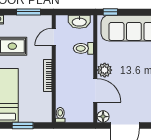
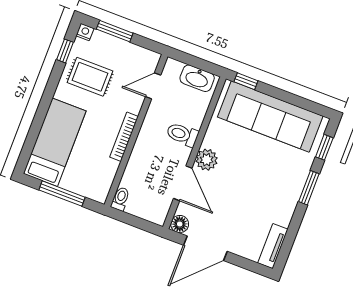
window: (28, 12) -> (115, 31), moved
toilet: (83, 48) -> (182, 134), moved
window: (23, 126) -> (62, 194), width x1.44

